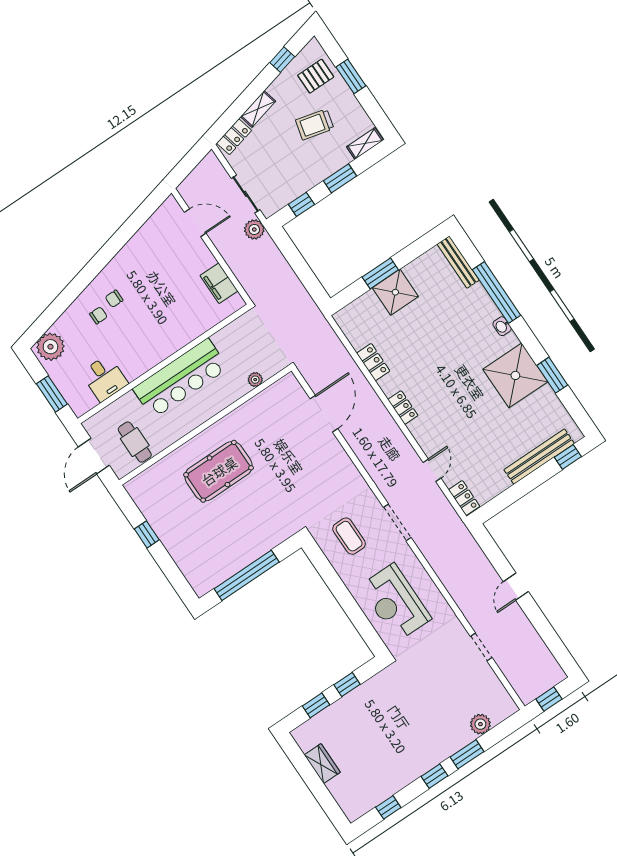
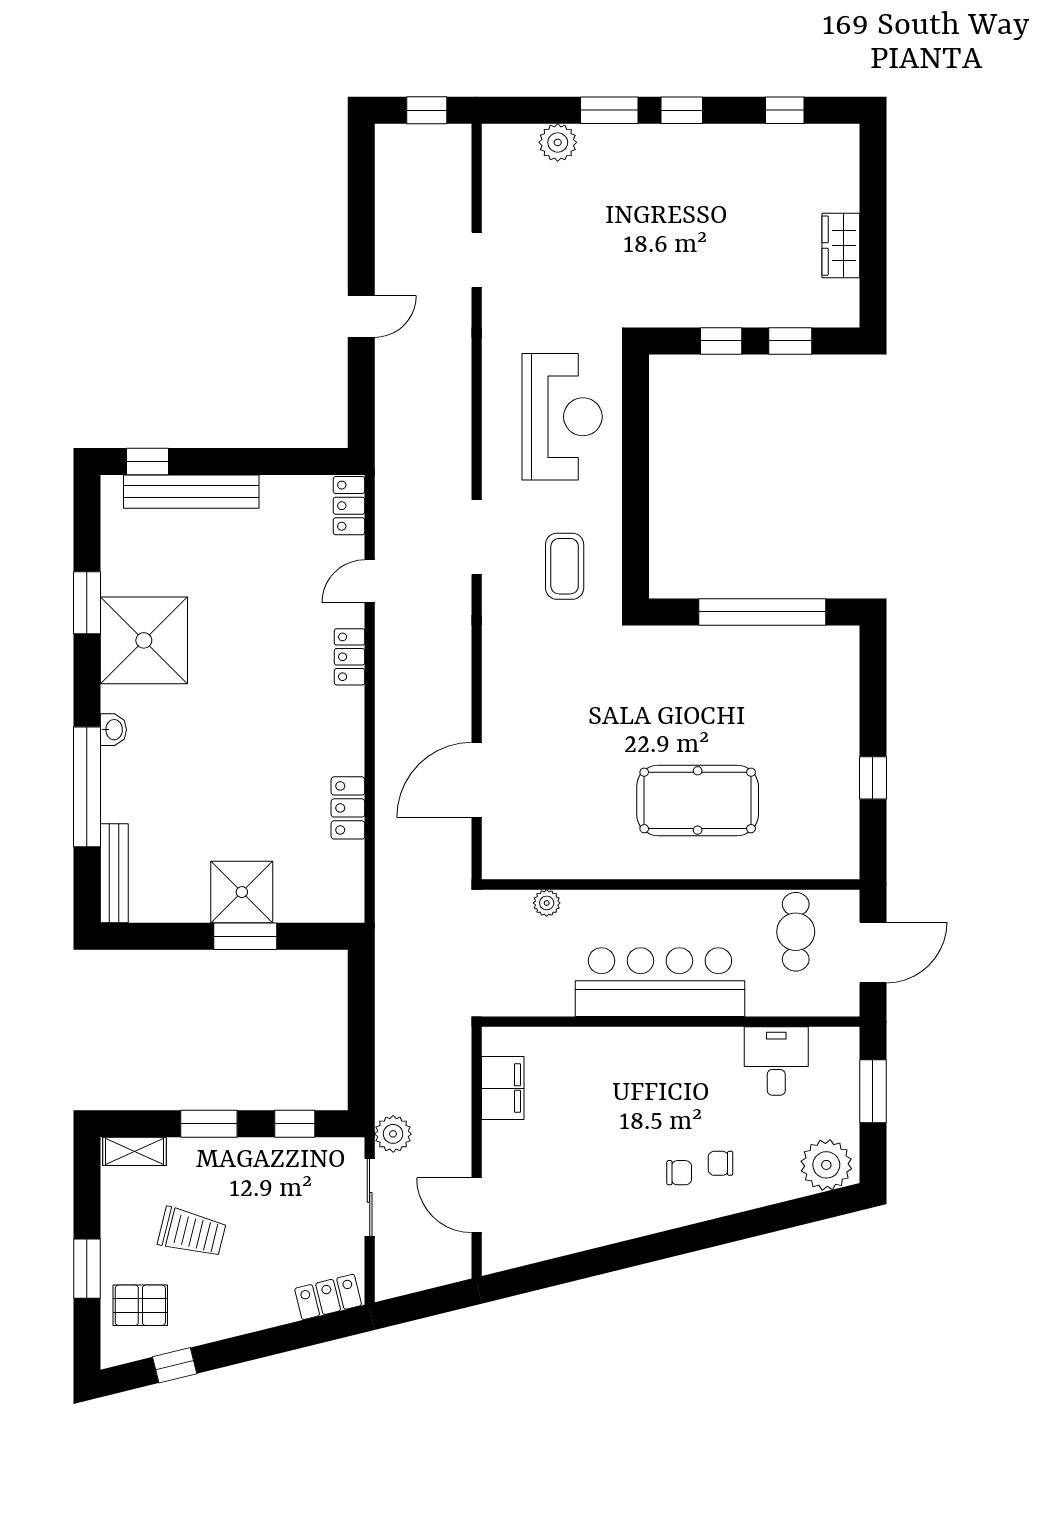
shelving: (258, 109) -> (263, 1315), removed
locker: (403, 408) -> (349, 657), moved

